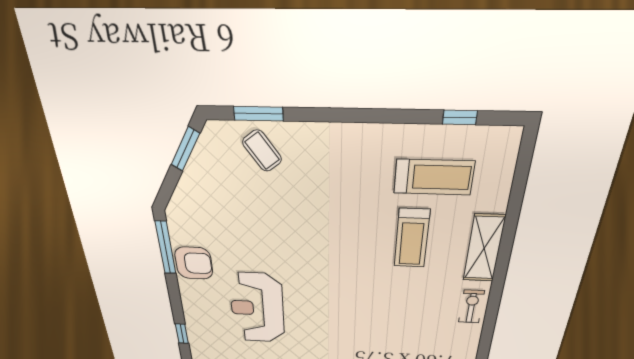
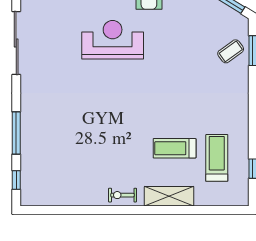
treadmill: (434, 177) -> (217, 158), turned 180
exercise bike: (471, 307) -> (122, 195), turned 180

